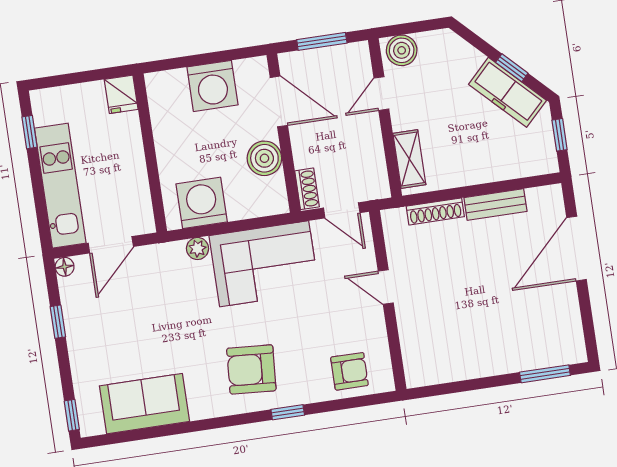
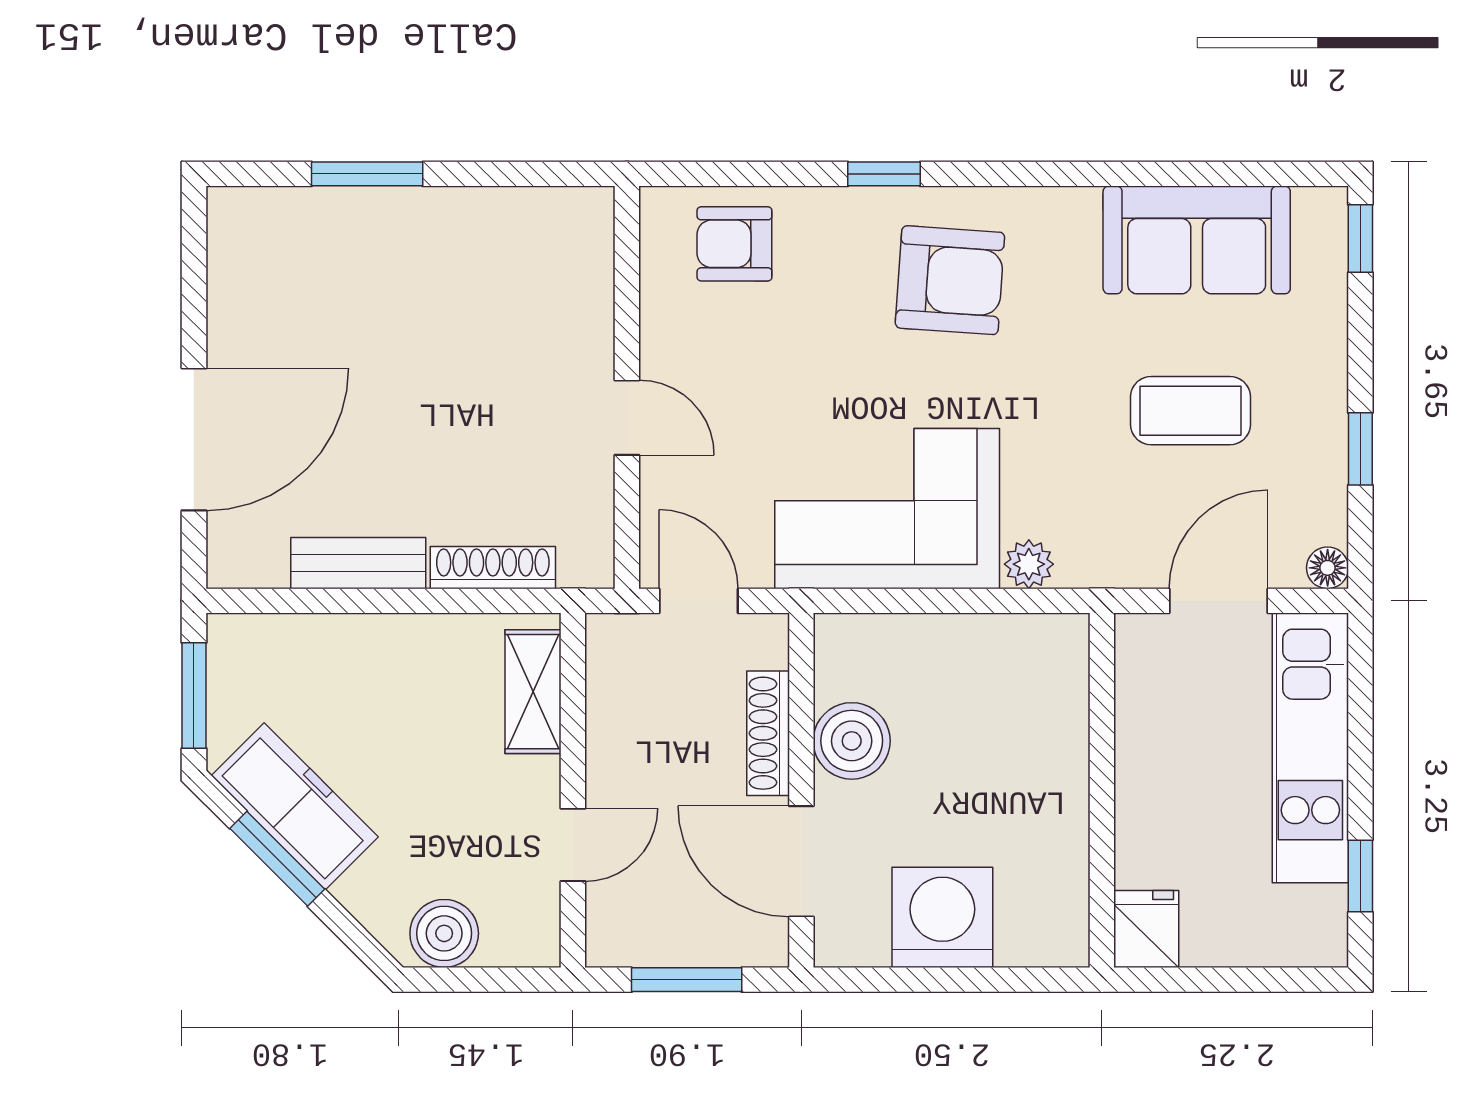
boiler: (402, 50) -> (444, 933), moved
window: (512, 68) -> (277, 859), width x1.50
window: (560, 135) -> (194, 695), width x1.50
shoe rack: (307, 189) -> (768, 733), moved, width x1.43
washing machine: (202, 203) -> (1005, 663), removed
coffee table: (136, 327) -> (1190, 411), added
window: (545, 374) -> (367, 174), moved

